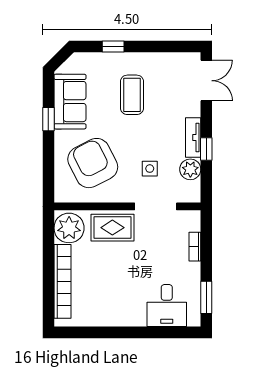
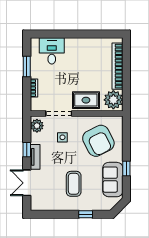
double door: (206, 81) -> (27, 183), moved
plant: (190, 169) -> (37, 126), moved
window: (206, 297) -> (27, 67), moved

